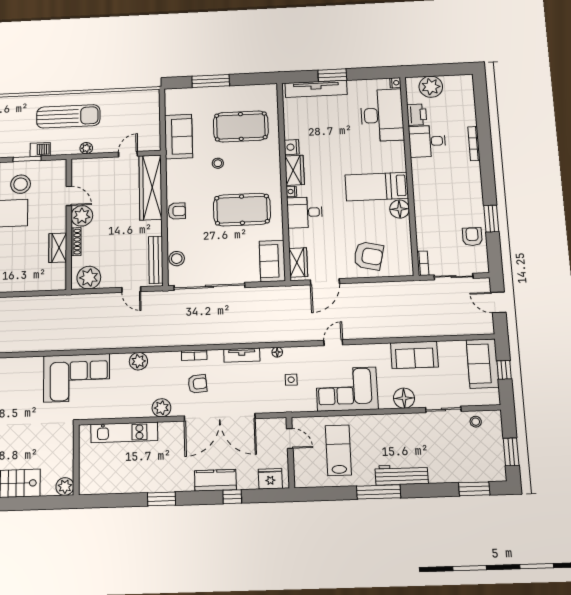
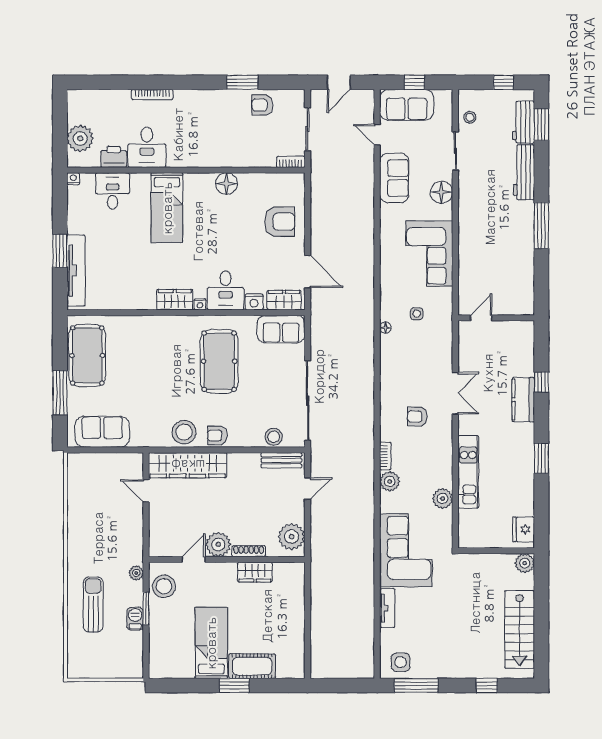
desk: (382, 115) -> (113, 191), width x0.53, depth x0.77
sun lounger: (68, 116) -> (93, 605), moved, width x0.73, depth x0.75
pool table: (241, 126) -> (87, 355), moved
sofa: (179, 137) -> (102, 432), moved
nightstand: (292, 147) -> (254, 302), moved
plant: (86, 148) -> (136, 573), moved
barbecue: (40, 149) -> (135, 619), moved
stool: (218, 163) -> (184, 432), moved, width x1.89, depth x1.89
stool: (21, 184) -> (164, 586), moved
bed: (377, 187) -> (167, 208), moved
armchair: (177, 211) -> (217, 435), turned -90
armchair: (368, 256) -> (280, 222), turned 77
bench: (156, 260) -> (281, 460), width x0.73
door: (333, 343) -> (377, 135), moved
bookcase: (194, 355) -> (385, 456), moved
tv unit: (242, 355) -> (387, 608), moved
armchair: (197, 384) -> (417, 417), turned -85
plant: (161, 408) -> (443, 498), moved
double door: (220, 417) -> (455, 393), width x0.54
kitchen unit: (124, 432) -> (468, 472), moved
lab bench: (338, 450) -> (495, 266), removed
window: (511, 452) -> (503, 82), width x0.67
workbench: (475, 472) -> (524, 122), added
workbench: (402, 475) -> (524, 172), moved
fridge: (270, 479) -> (524, 529), moved

